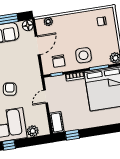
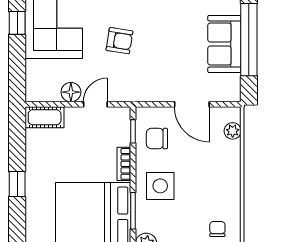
floor lamp: (28, 25) -> (71, 92), moved
door: (46, 97) -> (95, 104), hinge flipped
plant: (33, 131) -> (36, 71), removed
window: (72, 135) -> (17, 184), moved

